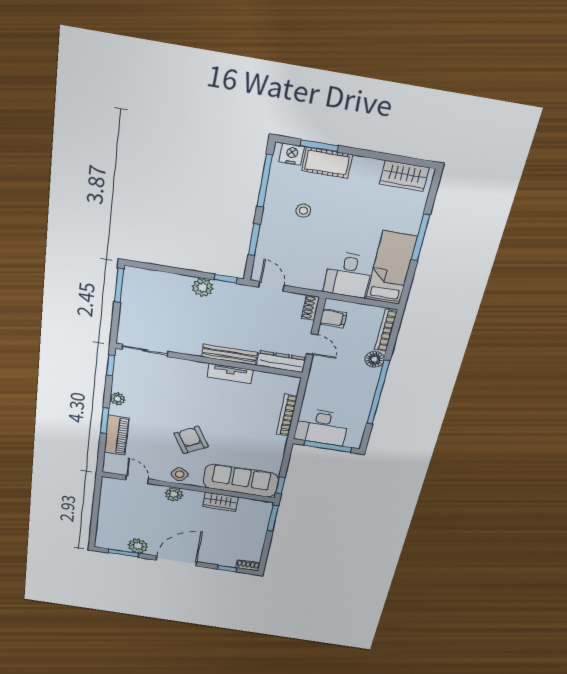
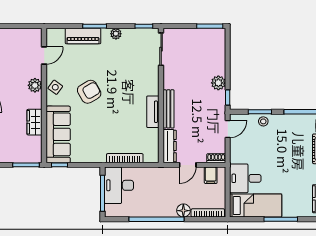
stool: (303, 211) -> (263, 121), moved

